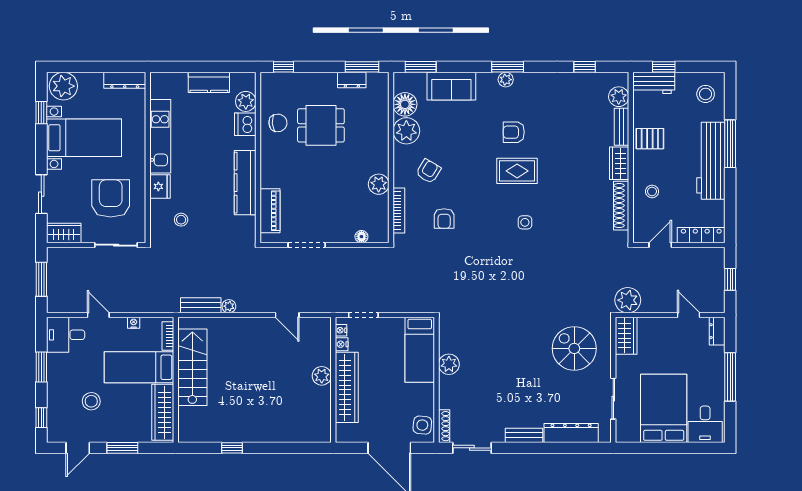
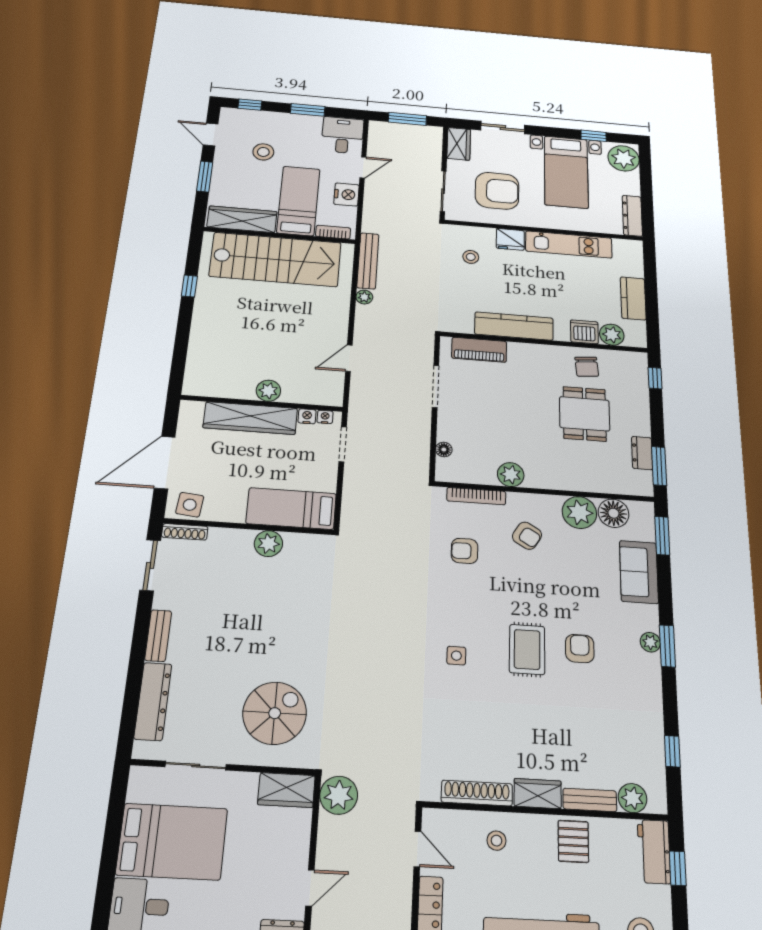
bench: (201, 305) -> (368, 261), width x1.36
nightstand: (134, 323) -> (346, 195), width x1.89, depth x1.79
stairs: (192, 367) -> (276, 259), width x1.36, depth x1.51

